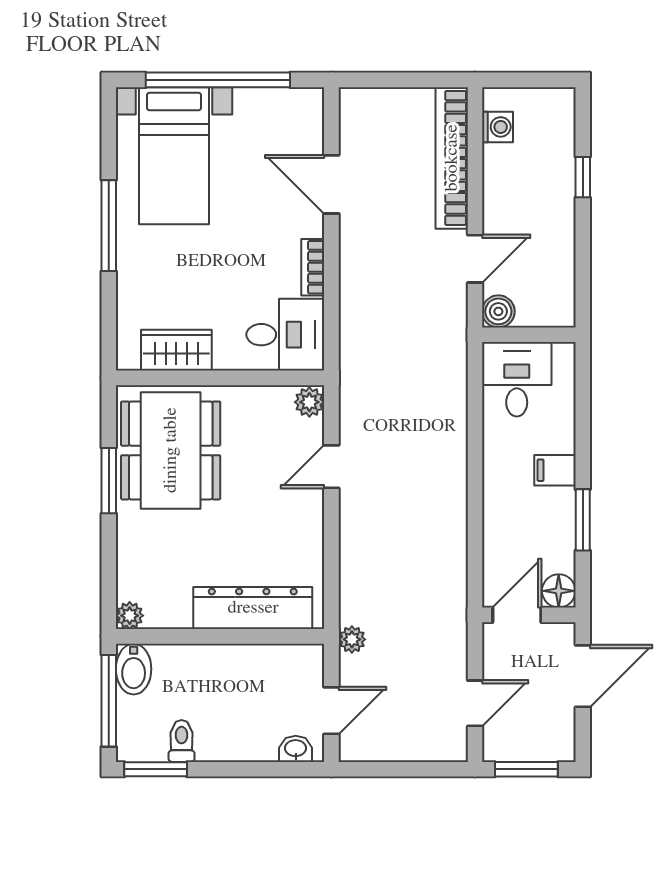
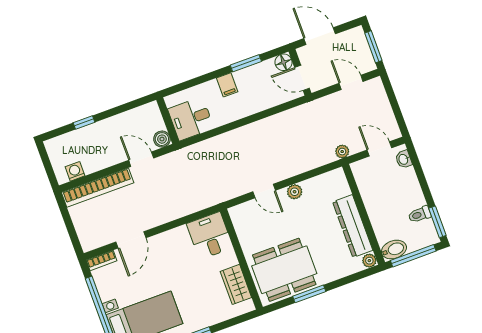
bookcase: (313, 267) -> (102, 261), moved
plant: (309, 402) -> (295, 192), moved
dresser: (253, 608) -> (353, 226), moved

